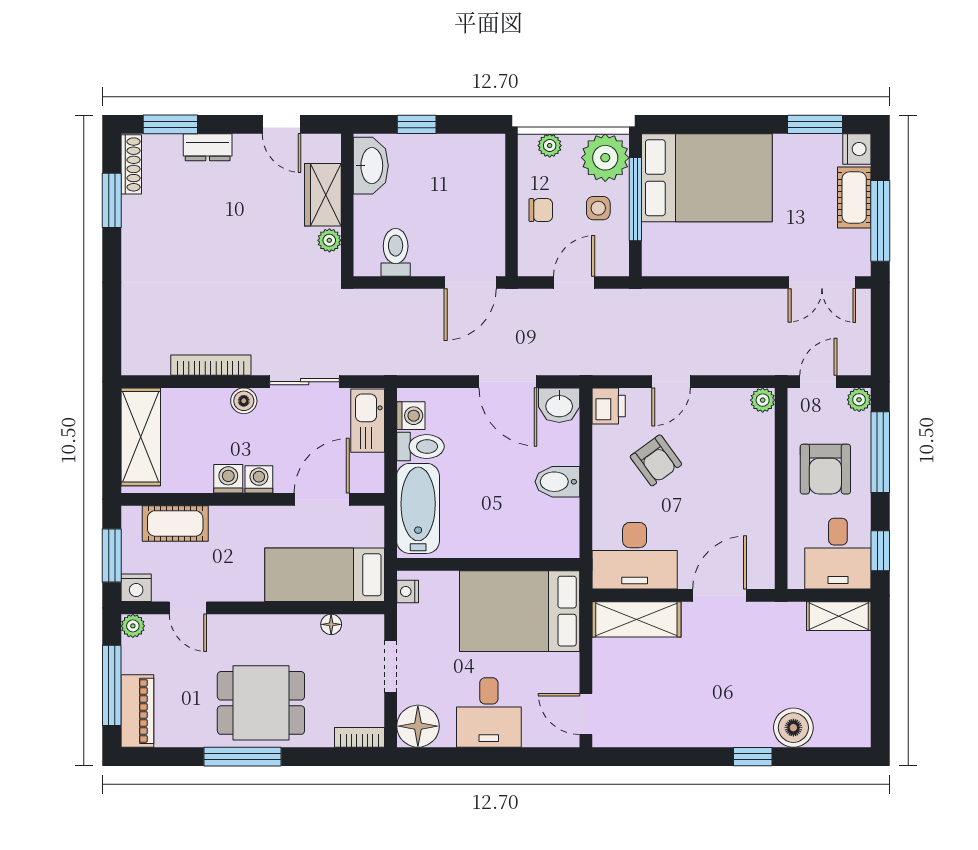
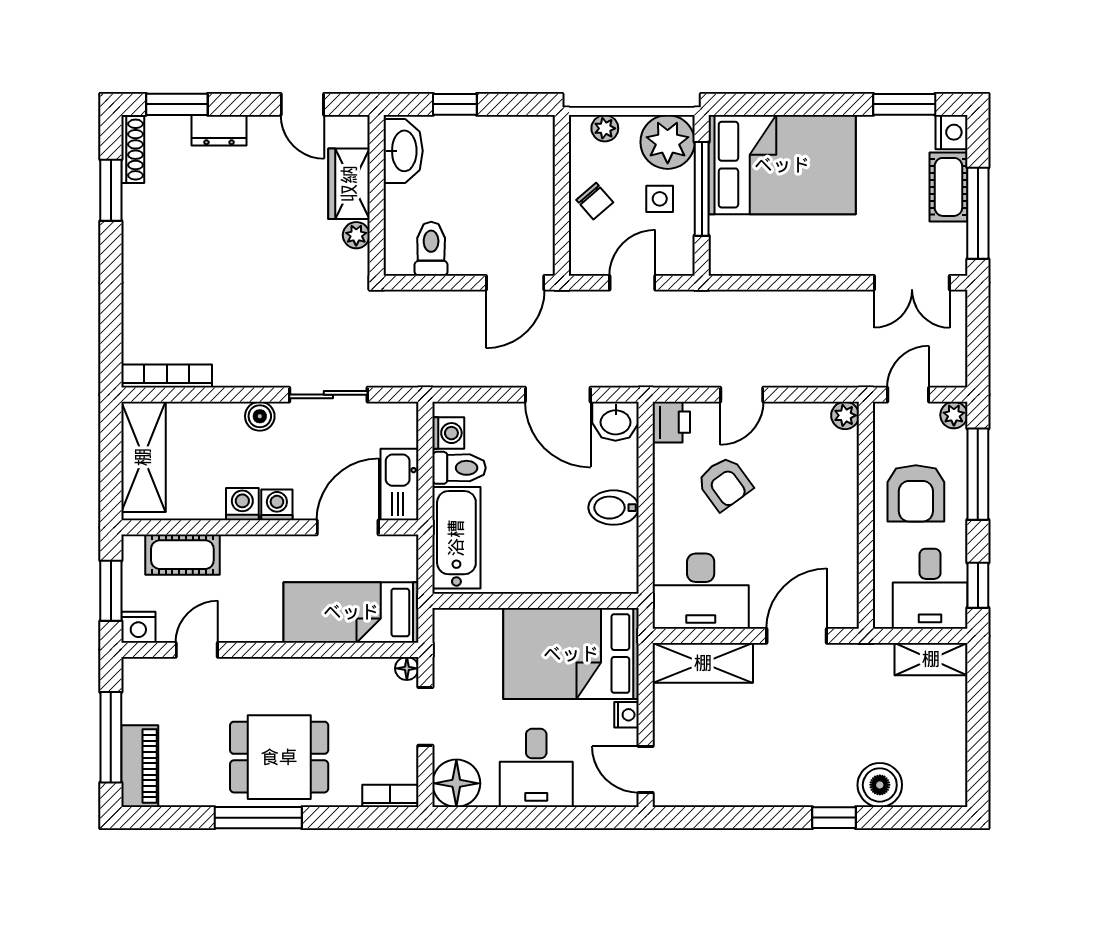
chair: (541, 210) -> (595, 201), turned 49
bookcase: (211, 365) -> (167, 376), moved
kitchen sink: (368, 421) -> (400, 485), moved
nightstand: (408, 592) -> (627, 715), moved, turned 180
door: (188, 608) -> (197, 650), swing flipped
floor lamp: (331, 624) -> (407, 668), moved
plant: (133, 626) -> (135, 670), removed

